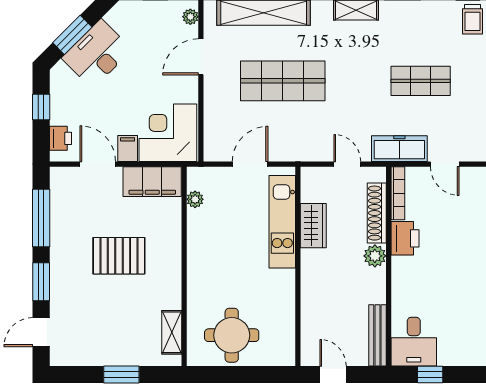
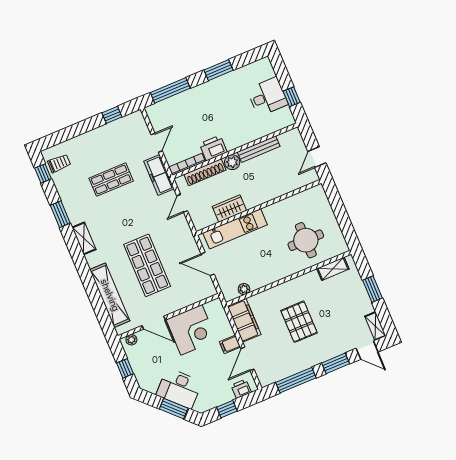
shop shelf: (421, 81) -> (111, 180), turned 90
corner desk: (168, 133) -> (191, 330), moved, turned -90
round table: (232, 335) -> (306, 240), moved
bench: (377, 335) -> (259, 149), moved
desk: (414, 342) -> (267, 97), moved
shelving: (69, 357) -> (375, 326), added

